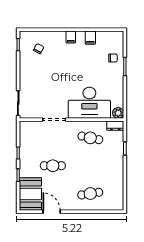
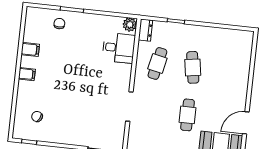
desk: (89, 103) -> (119, 48), width x0.53, depth x0.77
cafe table: (90, 194) -> (193, 67), moved

